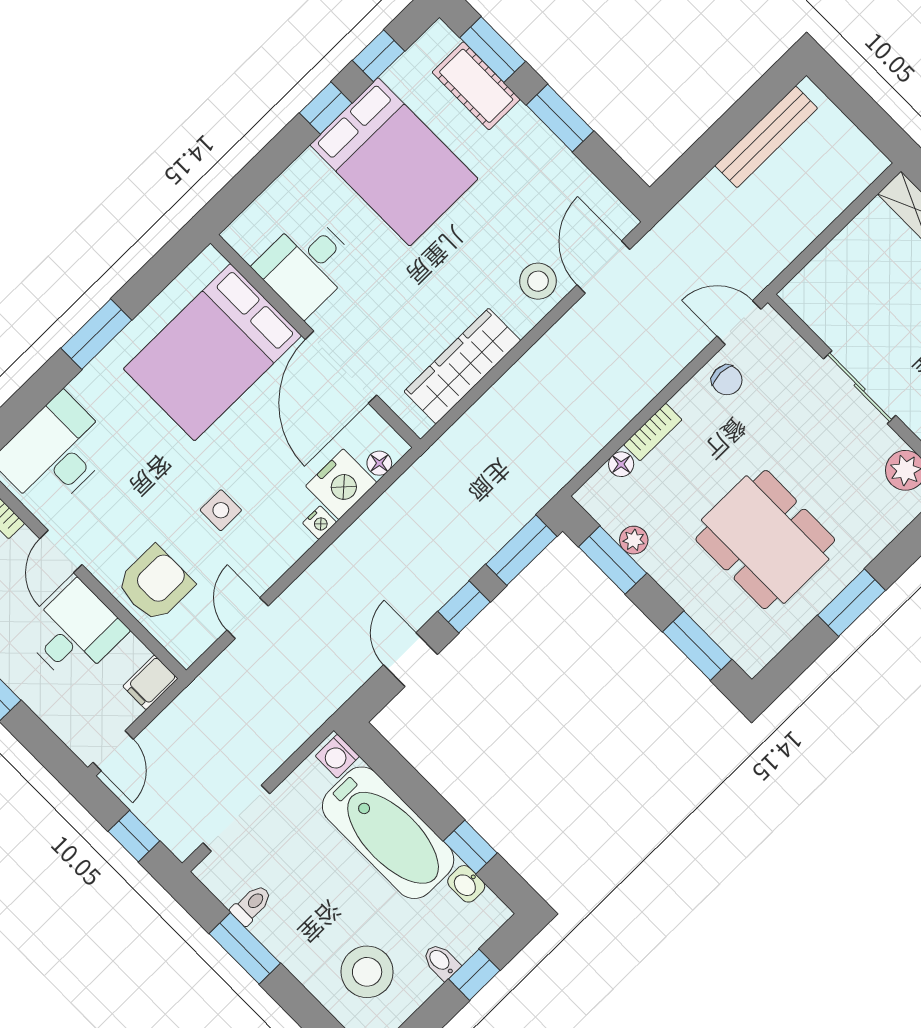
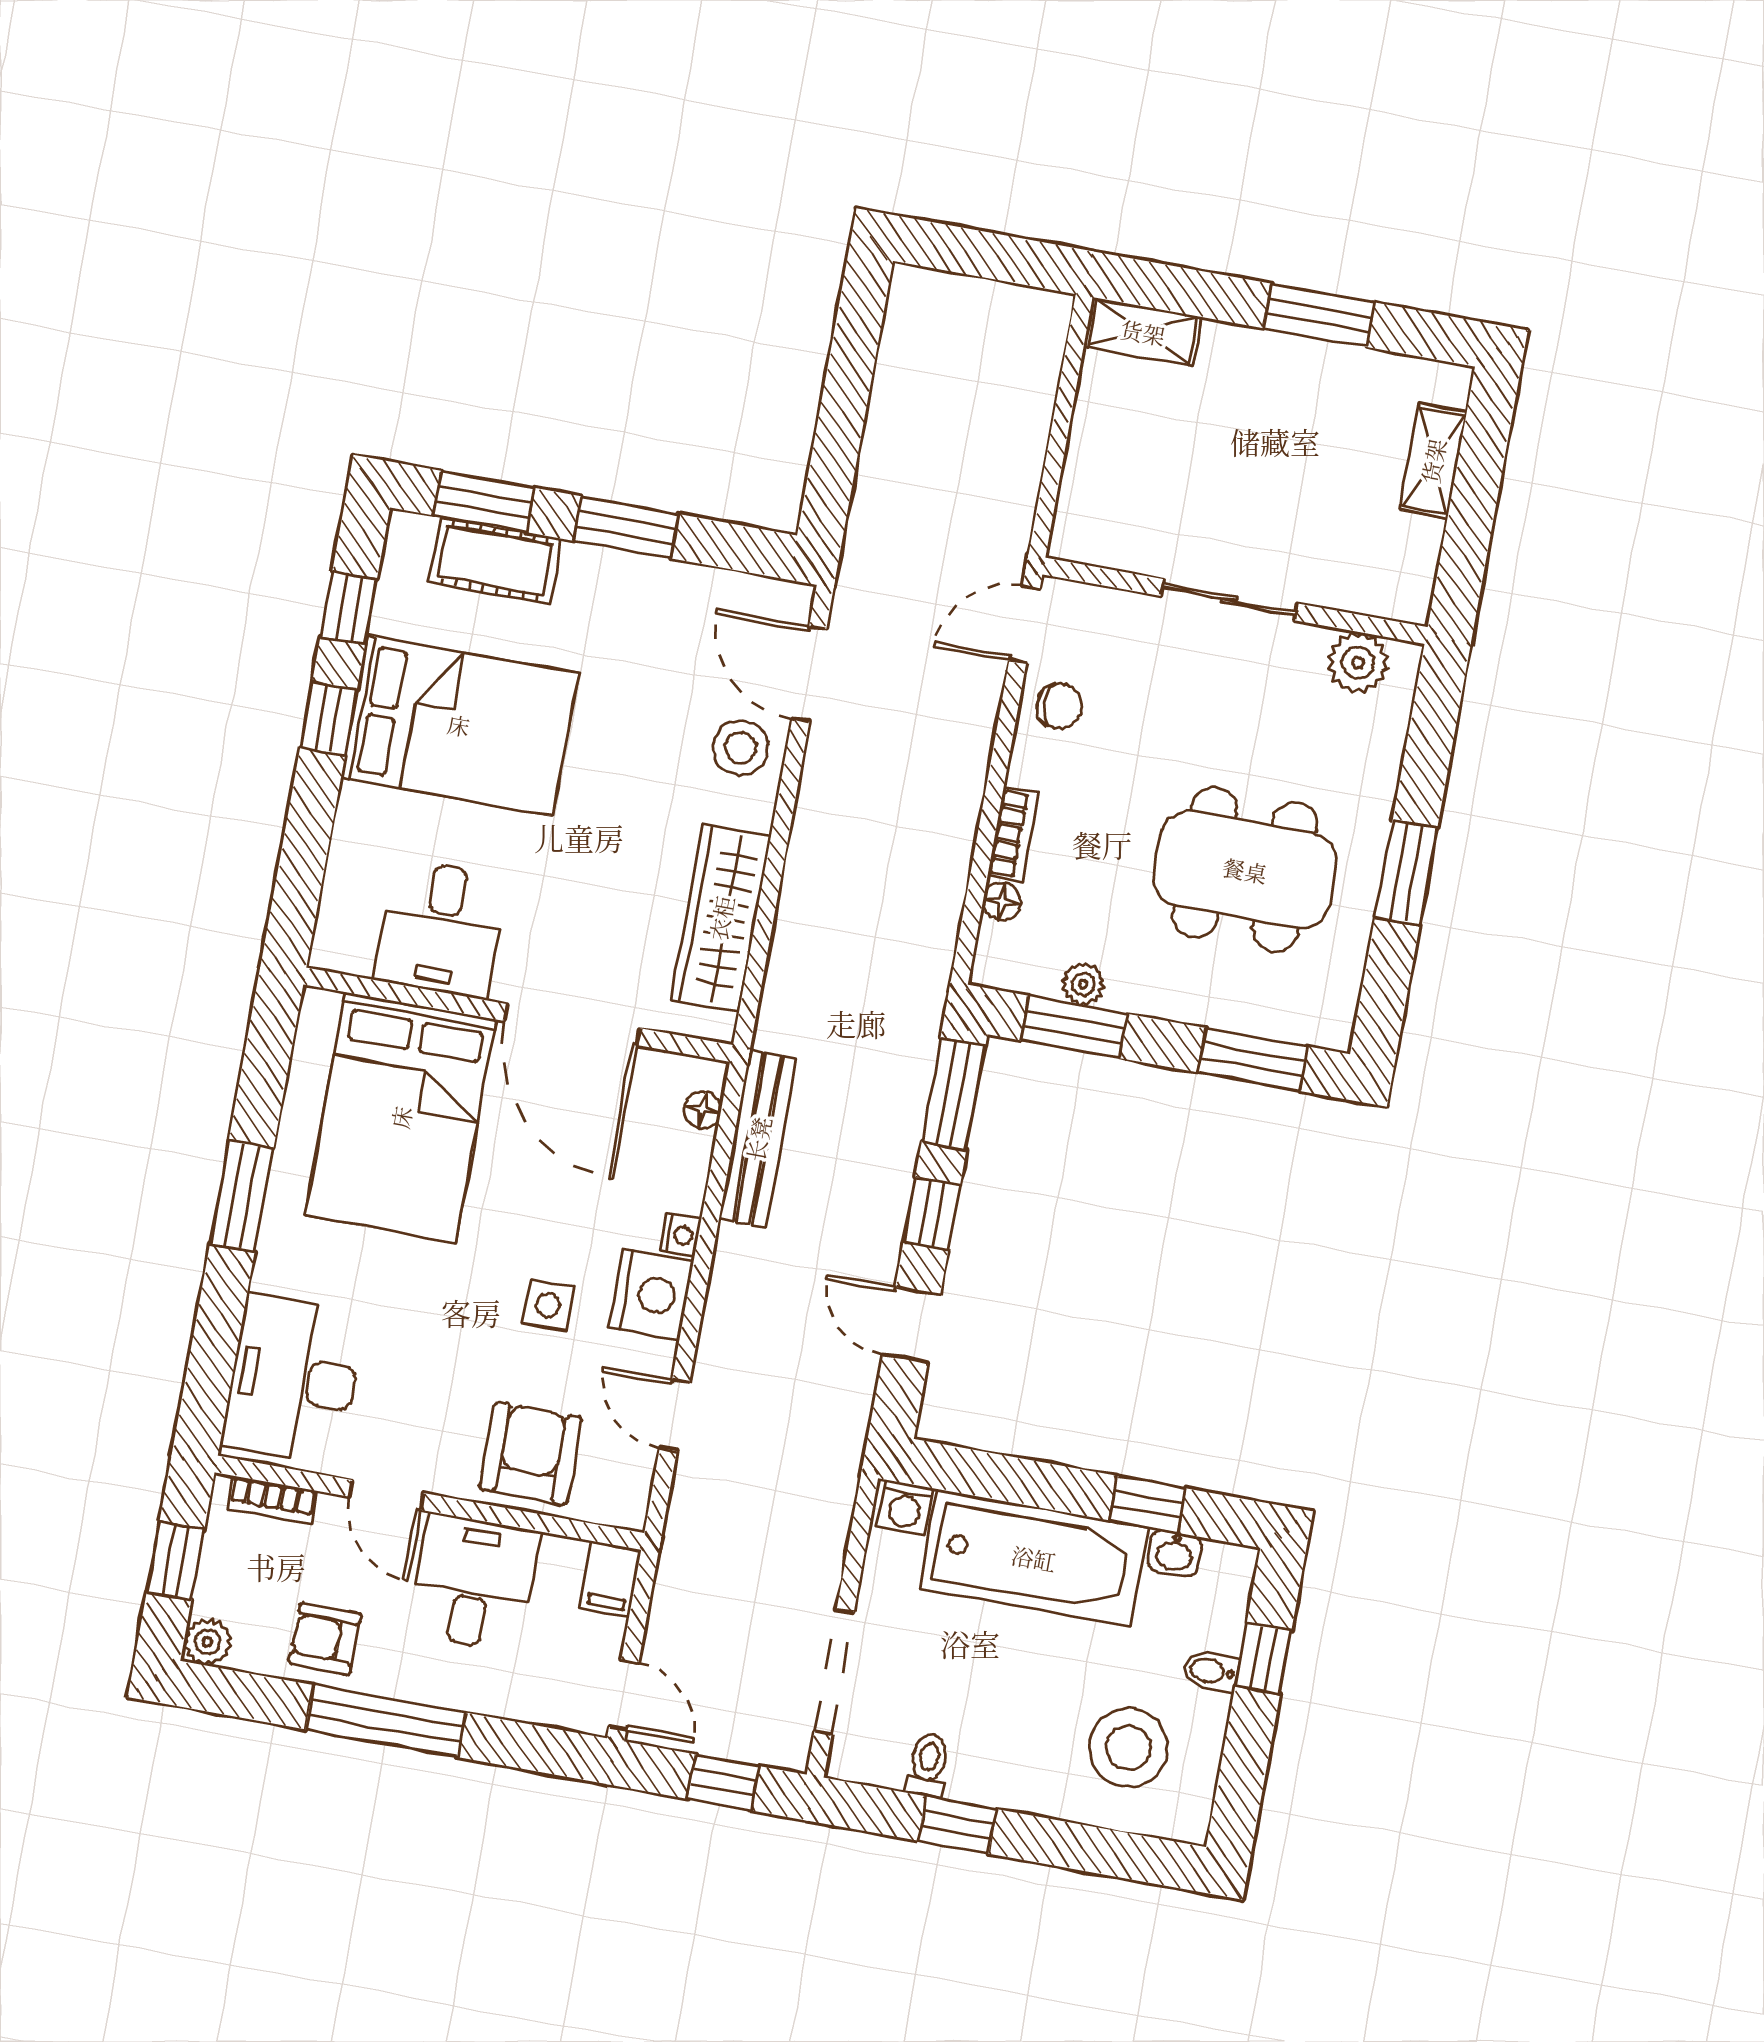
bench: (766, 137) -> (758, 1139), moved
nightstand: (341, 484) -> (651, 1294), moved
window: (245, 948) -> (957, 1825), width x0.67

